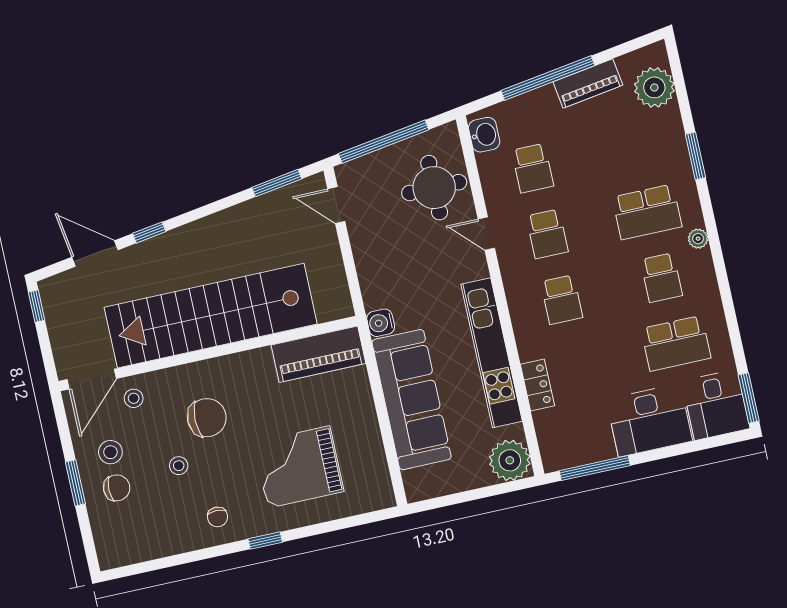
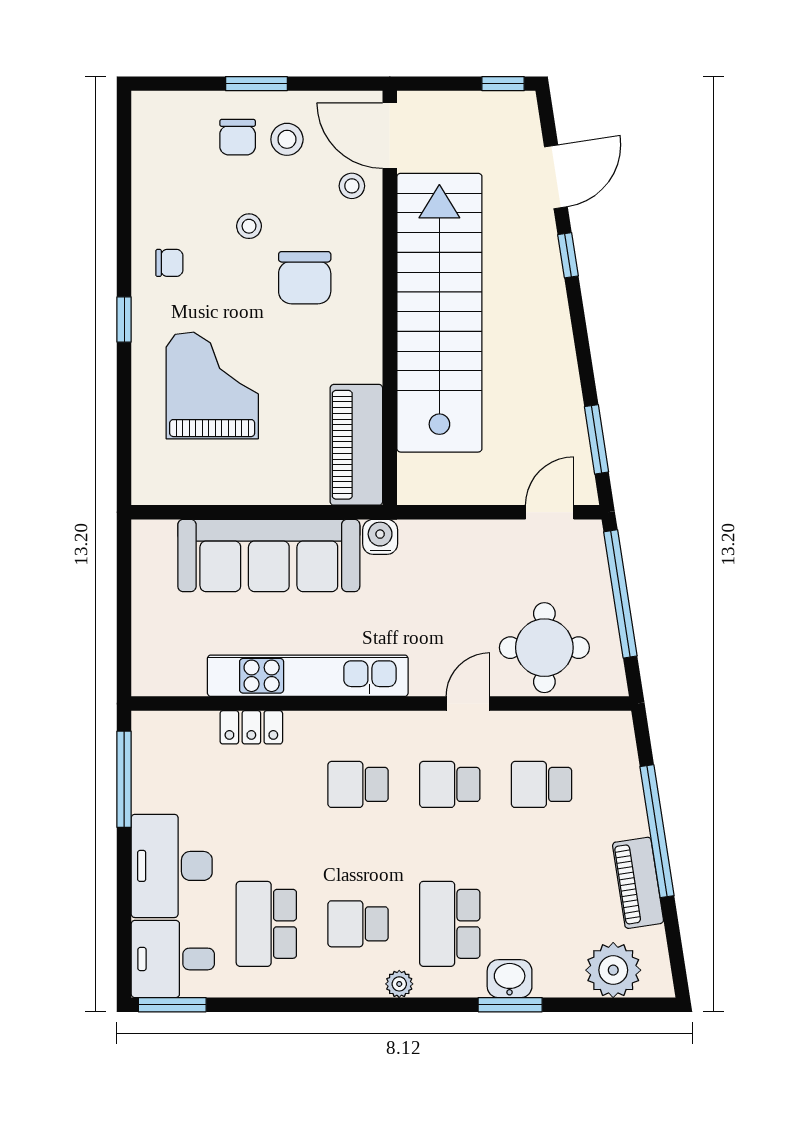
washbasin: (484, 135) -> (510, 979), moved, turned 180
plant: (510, 460) -> (159, 668), removed
chair: (218, 517) -> (169, 263), turned 180

